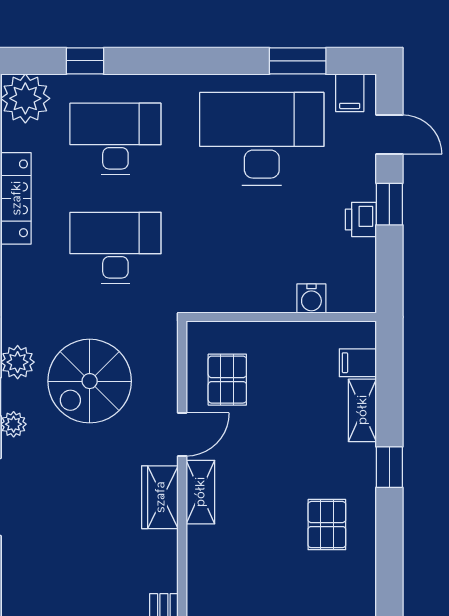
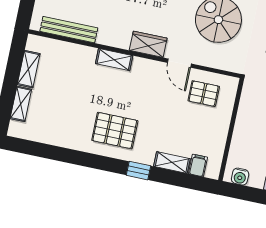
water cooler: (311, 299) -> (240, 177), moved, turned -90
shelving: (200, 492) -> (114, 60), moved
pallet: (327, 525) -> (115, 131), width x1.50, depth x1.42

